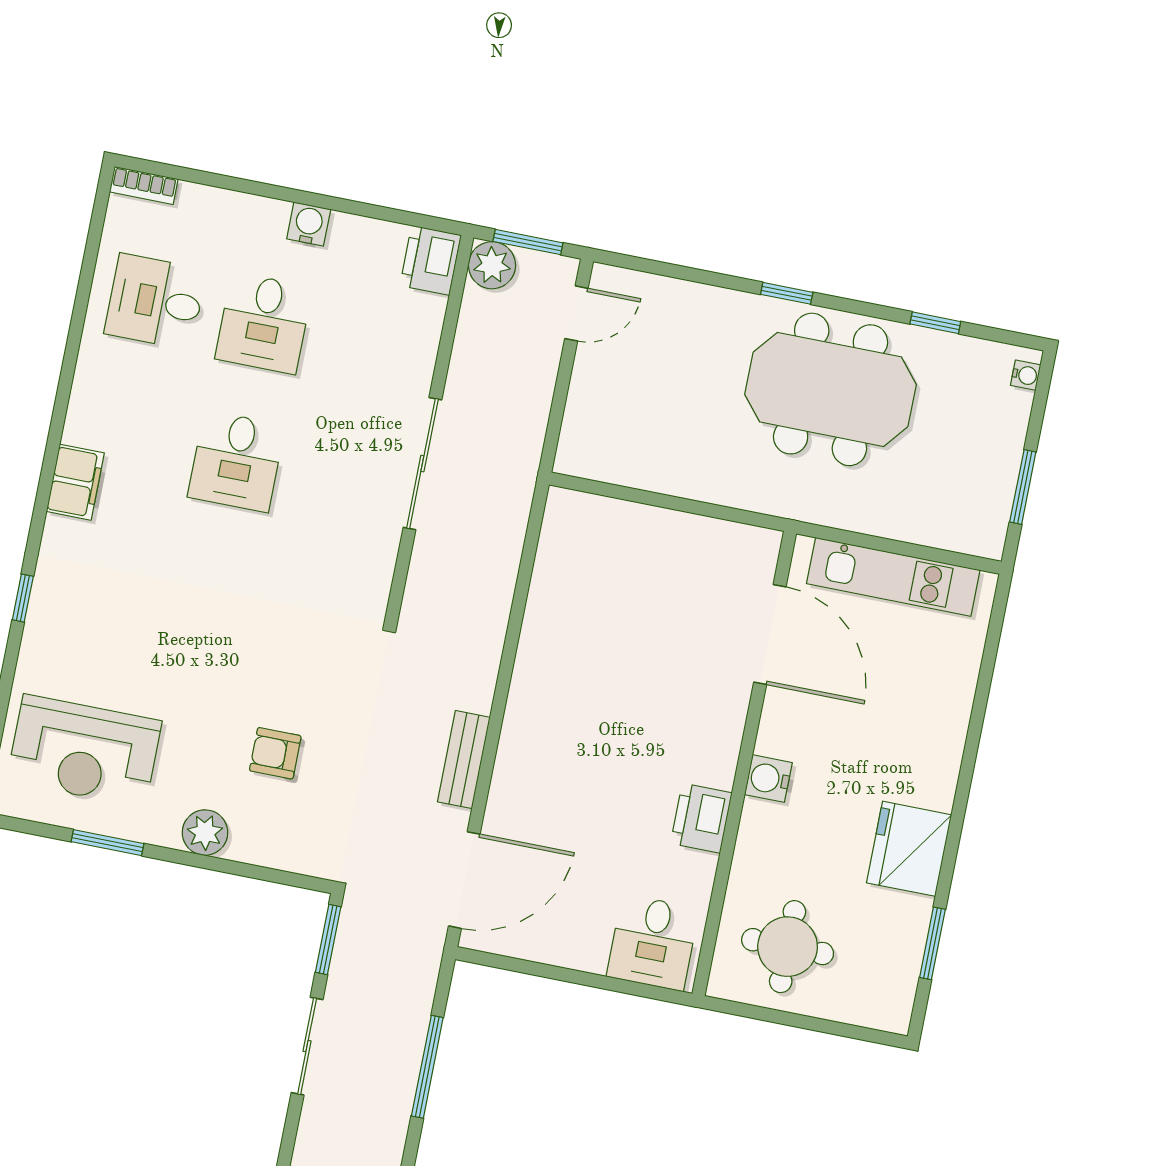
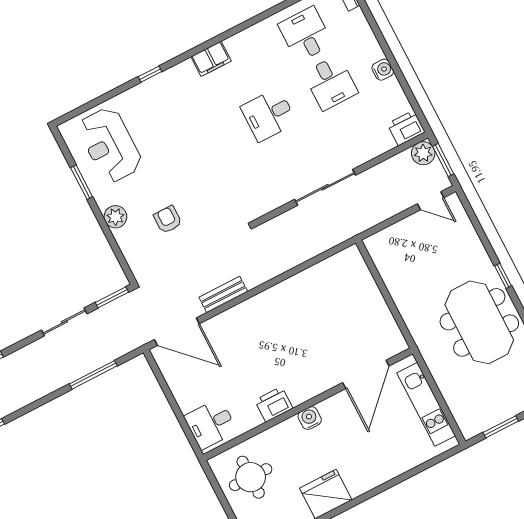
desk: (264, 323) -> (331, 83), turned -90

